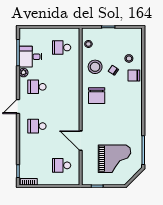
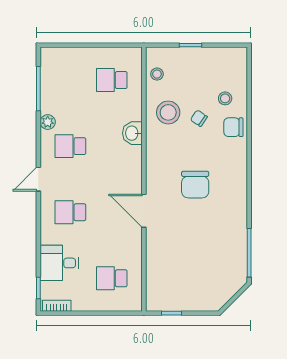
desk: (30, 57) -> (59, 263), moved
washbasin: (74, 79) -> (132, 133), added
chair: (97, 96) -> (195, 185), moved
door: (81, 141) -> (144, 211), moved
grand piano: (115, 159) -> (201, 267), removed

